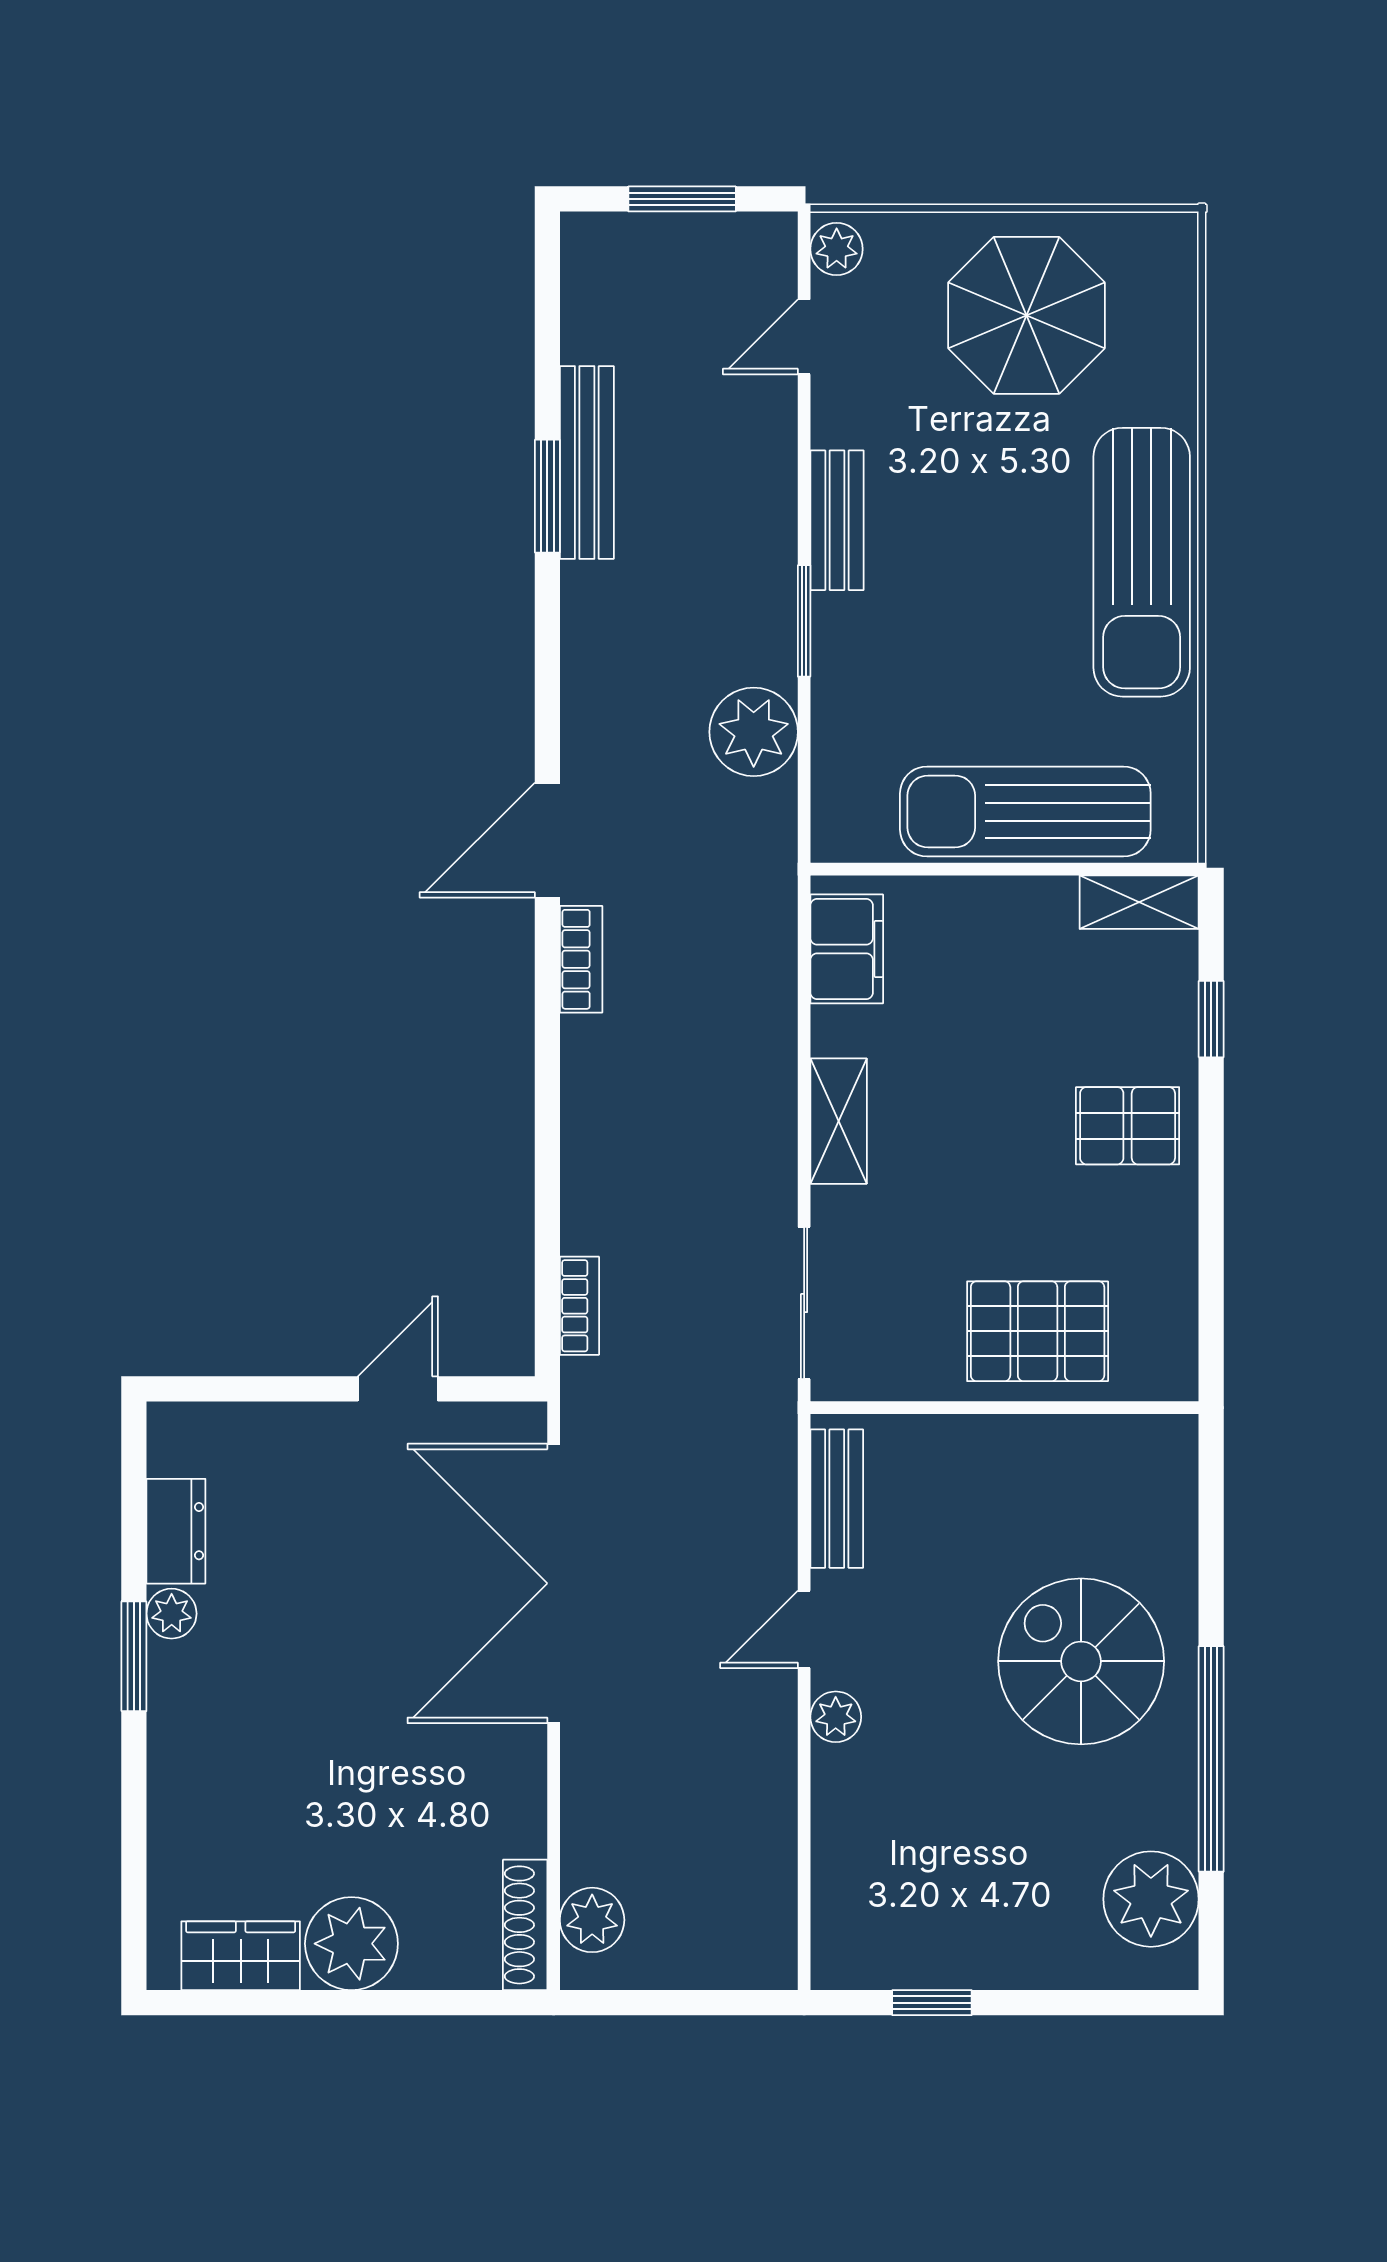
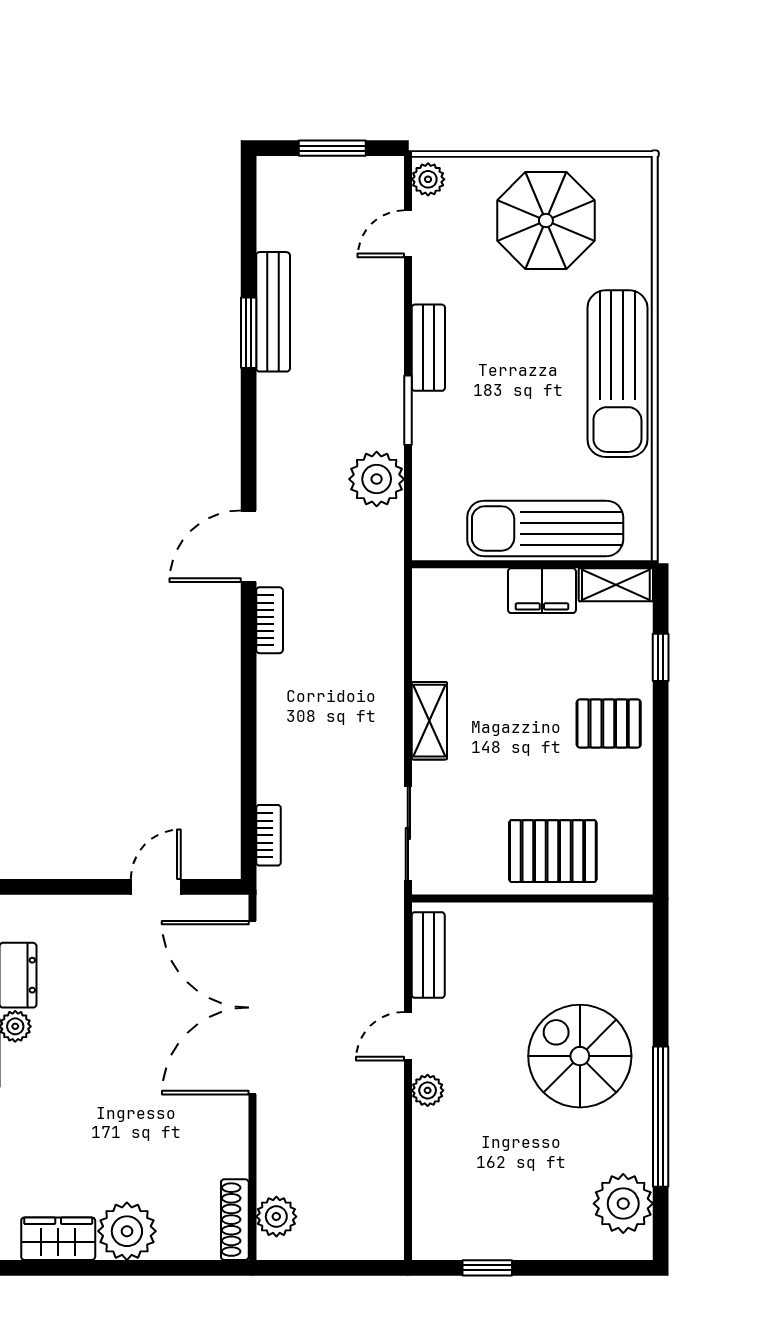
filing cabinet: (847, 949) -> (542, 591), moved, turned 90

